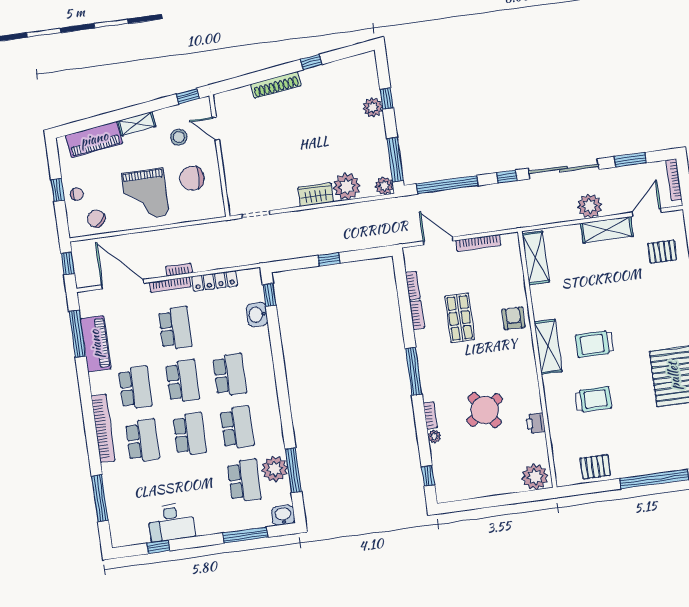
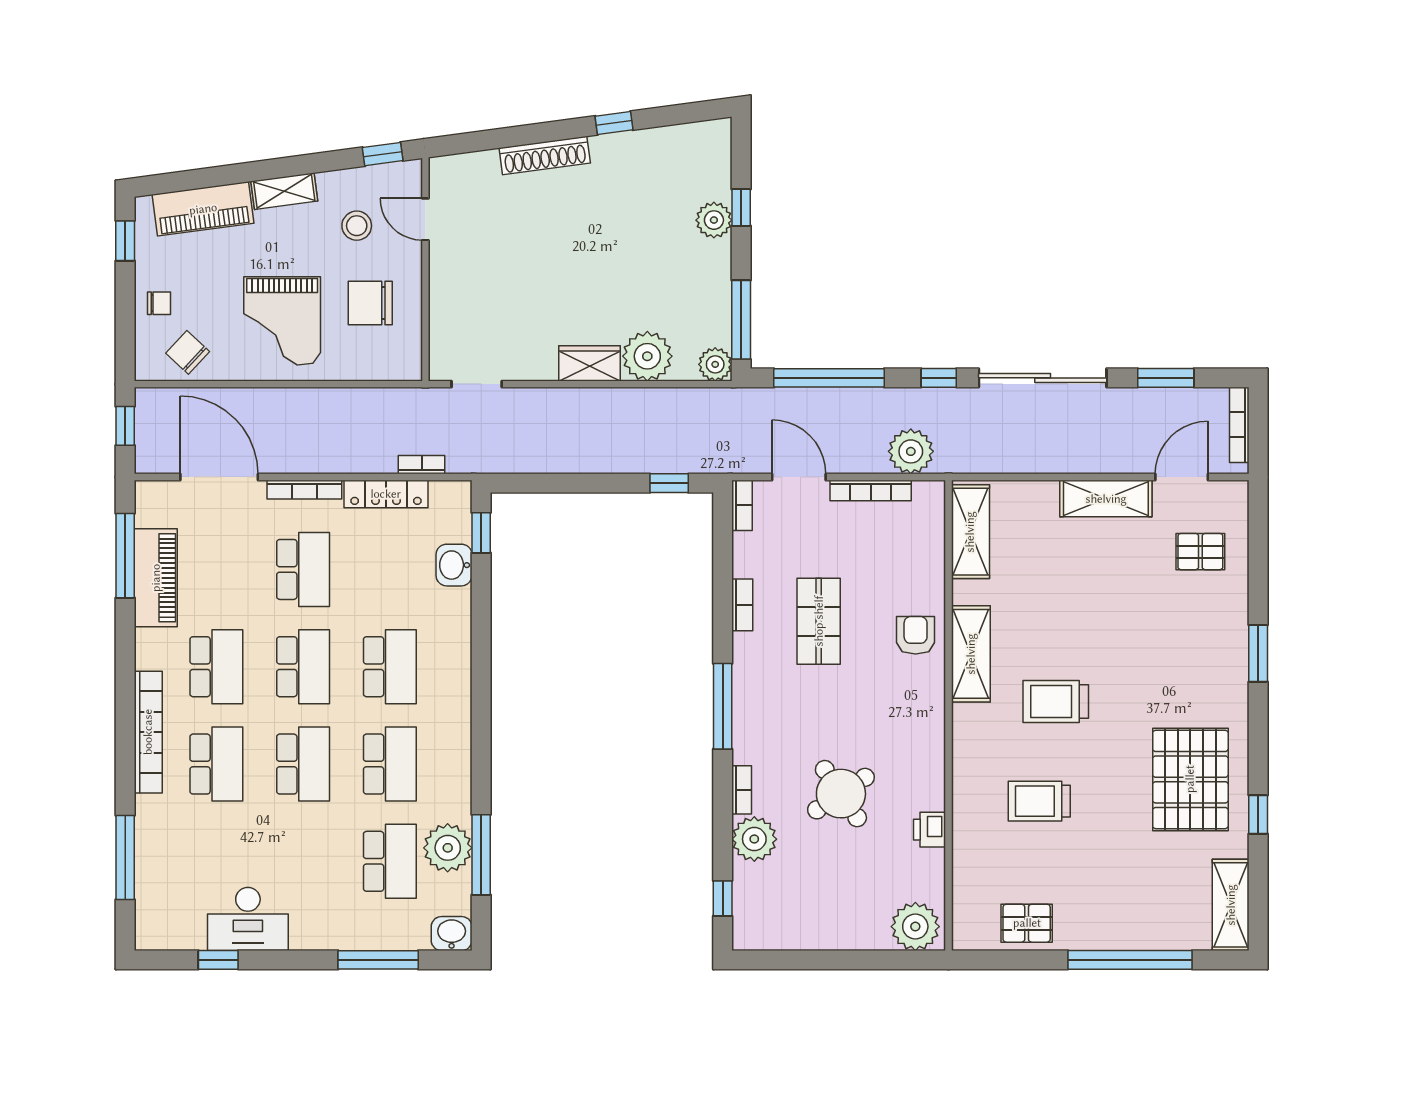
window: (58, 190) -> (125, 241), moved
plant: (590, 206) -> (911, 451), moved
window: (329, 259) -> (669, 483), moved
bookcase: (179, 270) -> (422, 465), moved
bookcase: (413, 285) -> (742, 505), moved
shelving: (548, 347) -> (971, 654), moved
trolley: (593, 399) -> (1039, 801), turned 180
plant: (434, 436) -> (754, 839), width x1.88, depth x1.88

